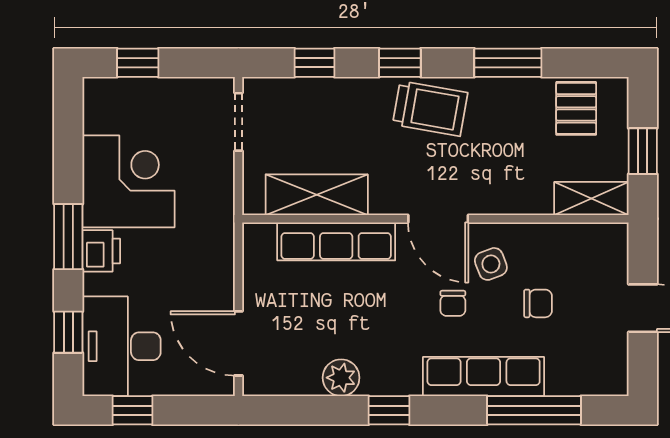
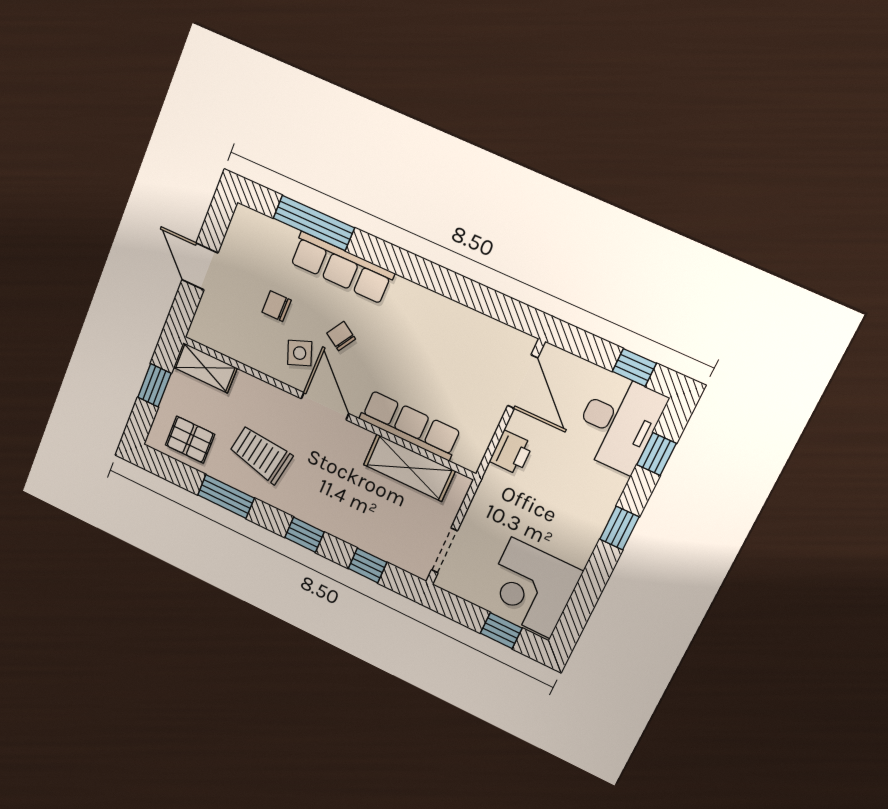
pallet: (576, 108) -> (190, 440), turned 90
trolley: (430, 109) -> (261, 454), moved
corner desk: (129, 181) -> (531, 588), moved
window: (68, 237) -> (619, 528), width x0.67
printer: (101, 251) -> (511, 453), moved, turned 180
chair: (453, 303) -> (341, 336), turned -58
plant: (341, 378) -> (453, 317), removed
window: (389, 410) -> (427, 274), removed

